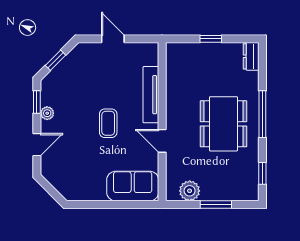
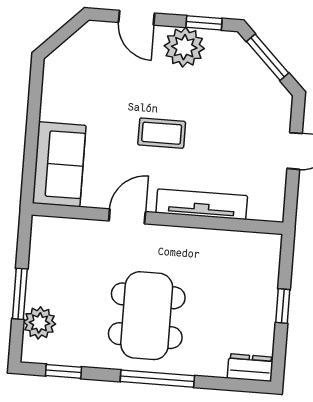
window: (55, 60) -> (268, 57), width x1.50
plant: (47, 113) -> (184, 47), width x1.88, depth x1.88
dining table: (223, 124) -> (147, 316), turned 90
plant: (190, 191) -> (39, 323), moved

